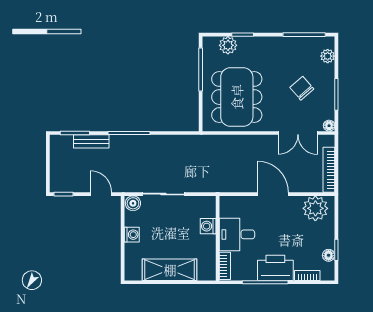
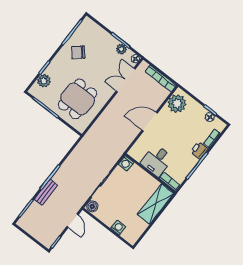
plant: (328, 56) -> (121, 49), moved
chair: (302, 88) -> (78, 52), moved
dining table: (237, 97) -> (78, 99), width x0.73
double door: (298, 133) -> (126, 80), swing flipped
bench: (91, 141) -> (46, 192), moved
door: (101, 194) -> (73, 221), swing flipped
washing machine: (208, 226) -> (126, 163), moved
washing machine: (132, 235) -> (118, 228), moved
printer: (275, 268) -> (199, 150), width x0.53, depth x0.68
shelving: (170, 270) -> (156, 204), moved

